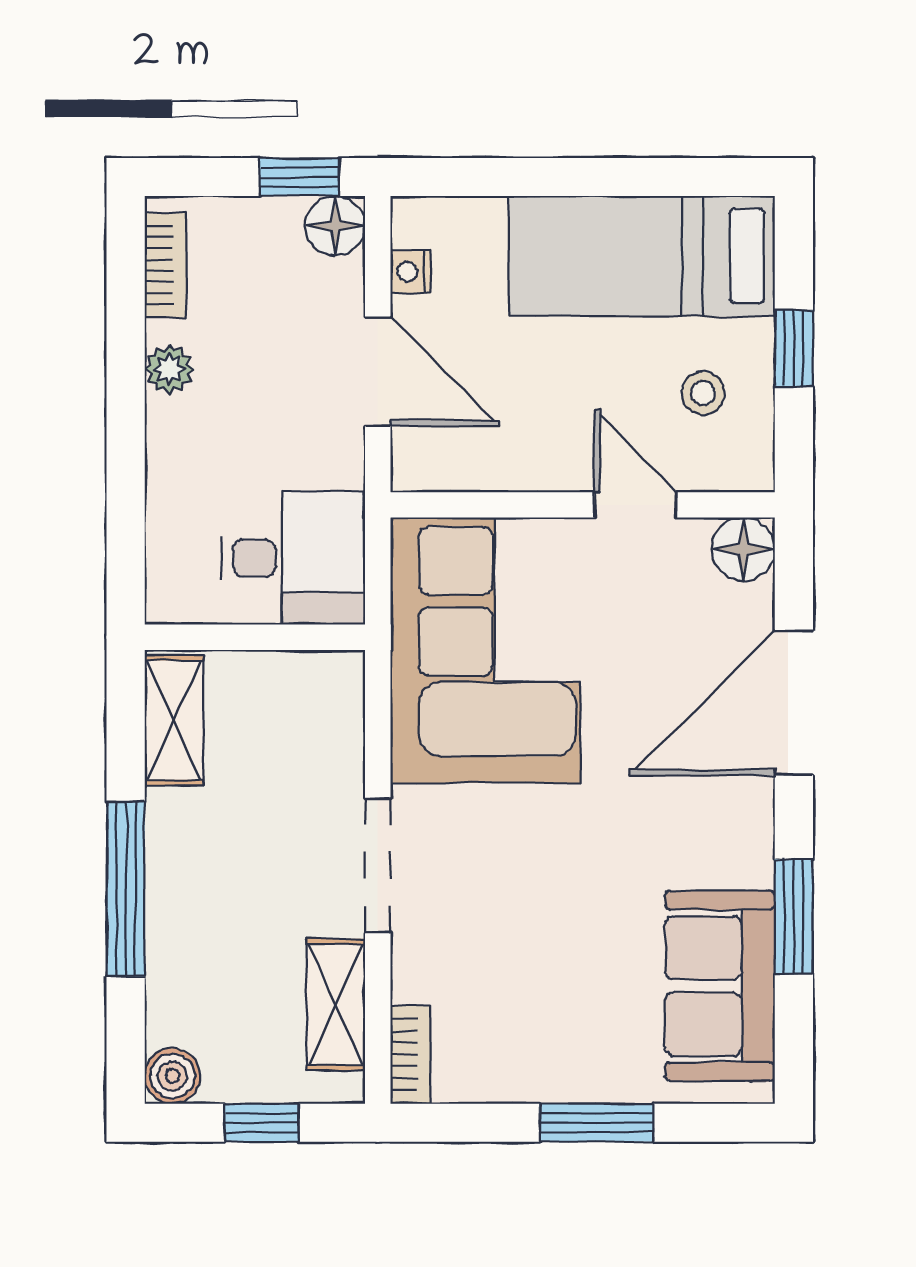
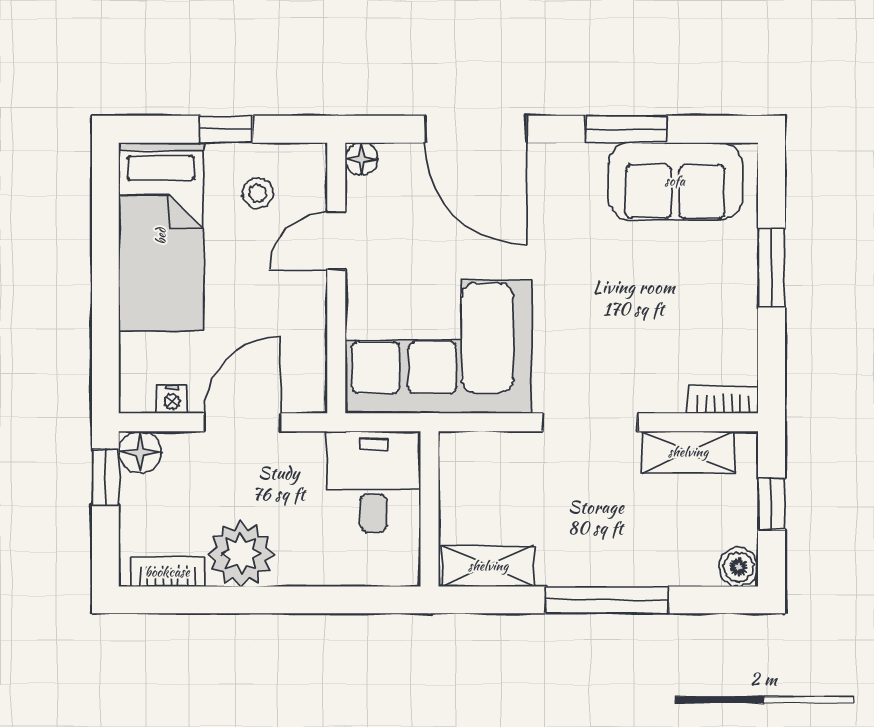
plant: (169, 369) -> (241, 554), width x1.87, depth x1.87
floor lamp: (743, 549) -> (361, 159), width x0.73, depth x0.73

